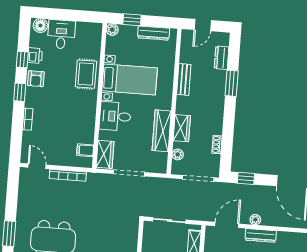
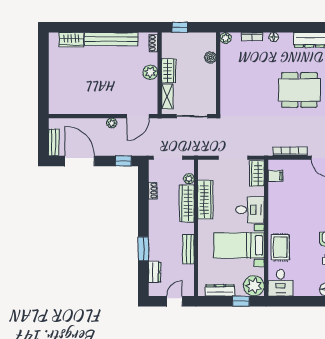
plant: (112, 30) -> (254, 286), width x1.88, depth x1.88
desk: (61, 34) -> (281, 283), moved
wardrobe: (182, 128) -> (187, 203), width x1.50
dresser: (261, 235) -> (106, 109), removed

